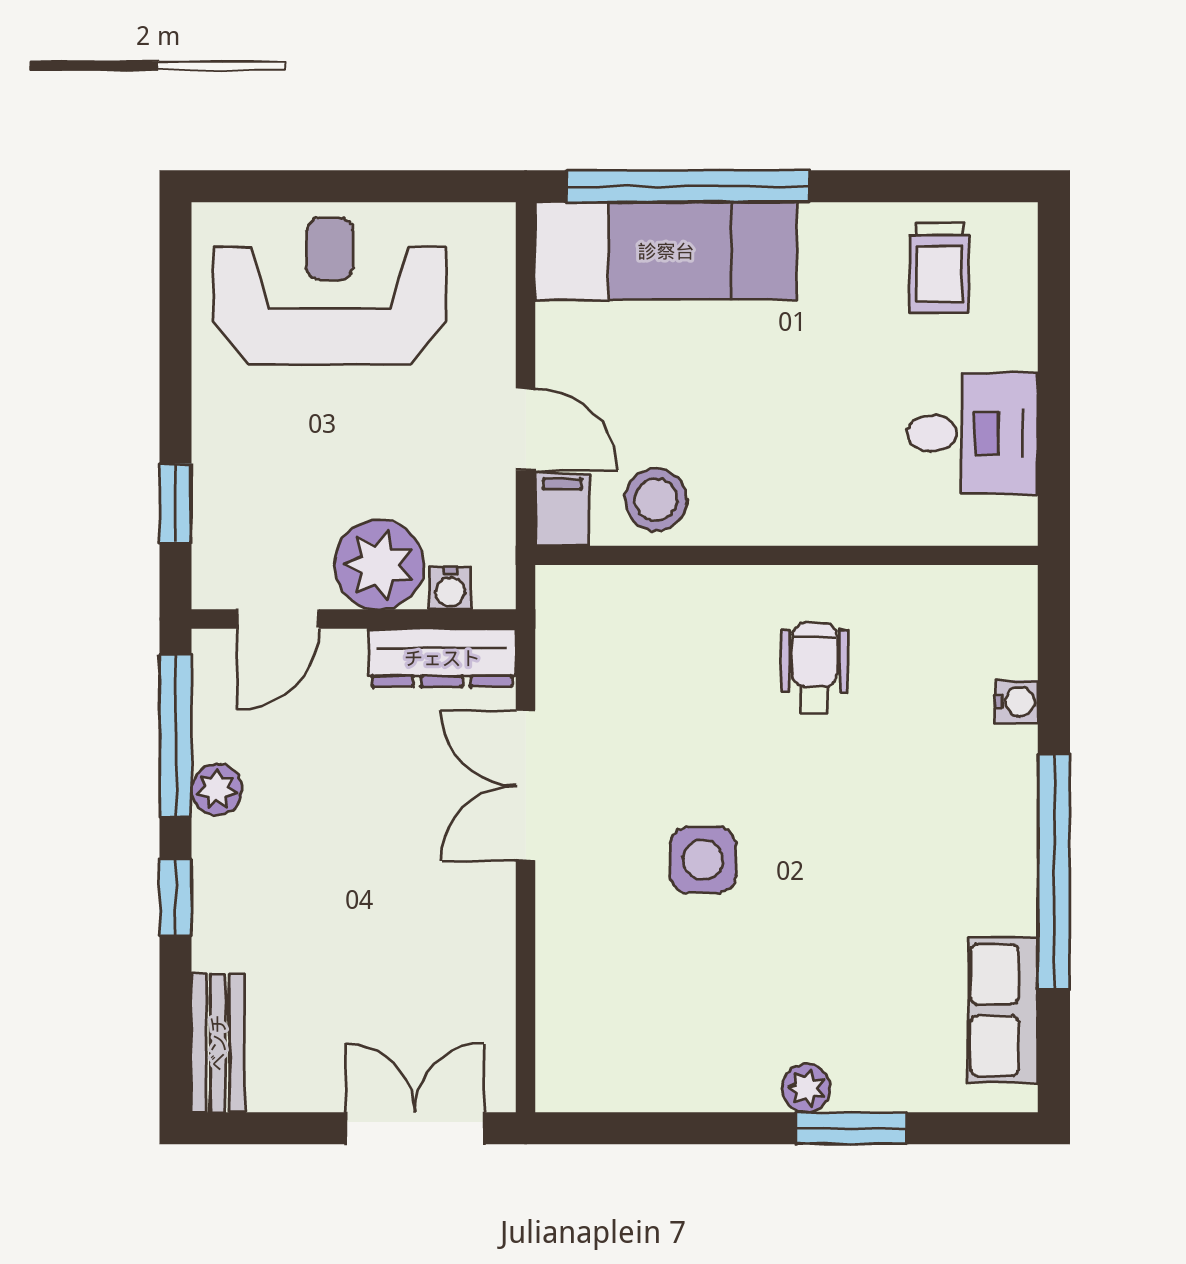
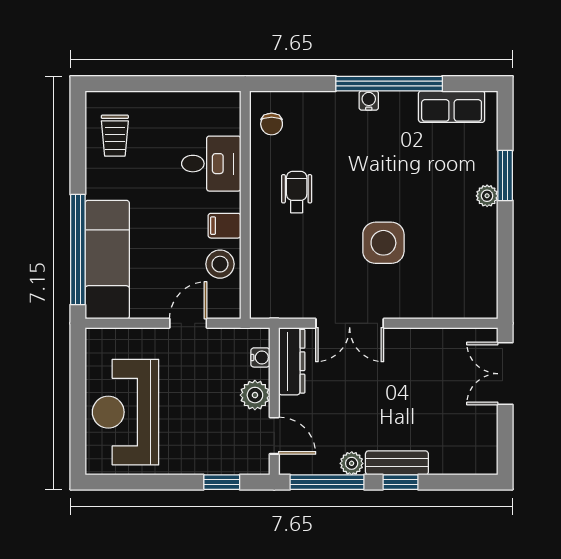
trolley: (939, 268) -> (115, 136), turned 90
desk: (972, 433) -> (211, 164), moved, turned 90
filing cabinet: (562, 510) -> (225, 226), moved
plant: (379, 565) -> (255, 395), width x0.73, depth x0.73
chair: (965, 613) -> (272, 124), added
wheelchair: (815, 669) -> (297, 192), turned 90
water cooler: (1017, 702) -> (369, 100), moved
side table: (703, 860) -> (383, 243), width x1.37, depth x1.37
bench: (218, 1043) -> (397, 463), moved

